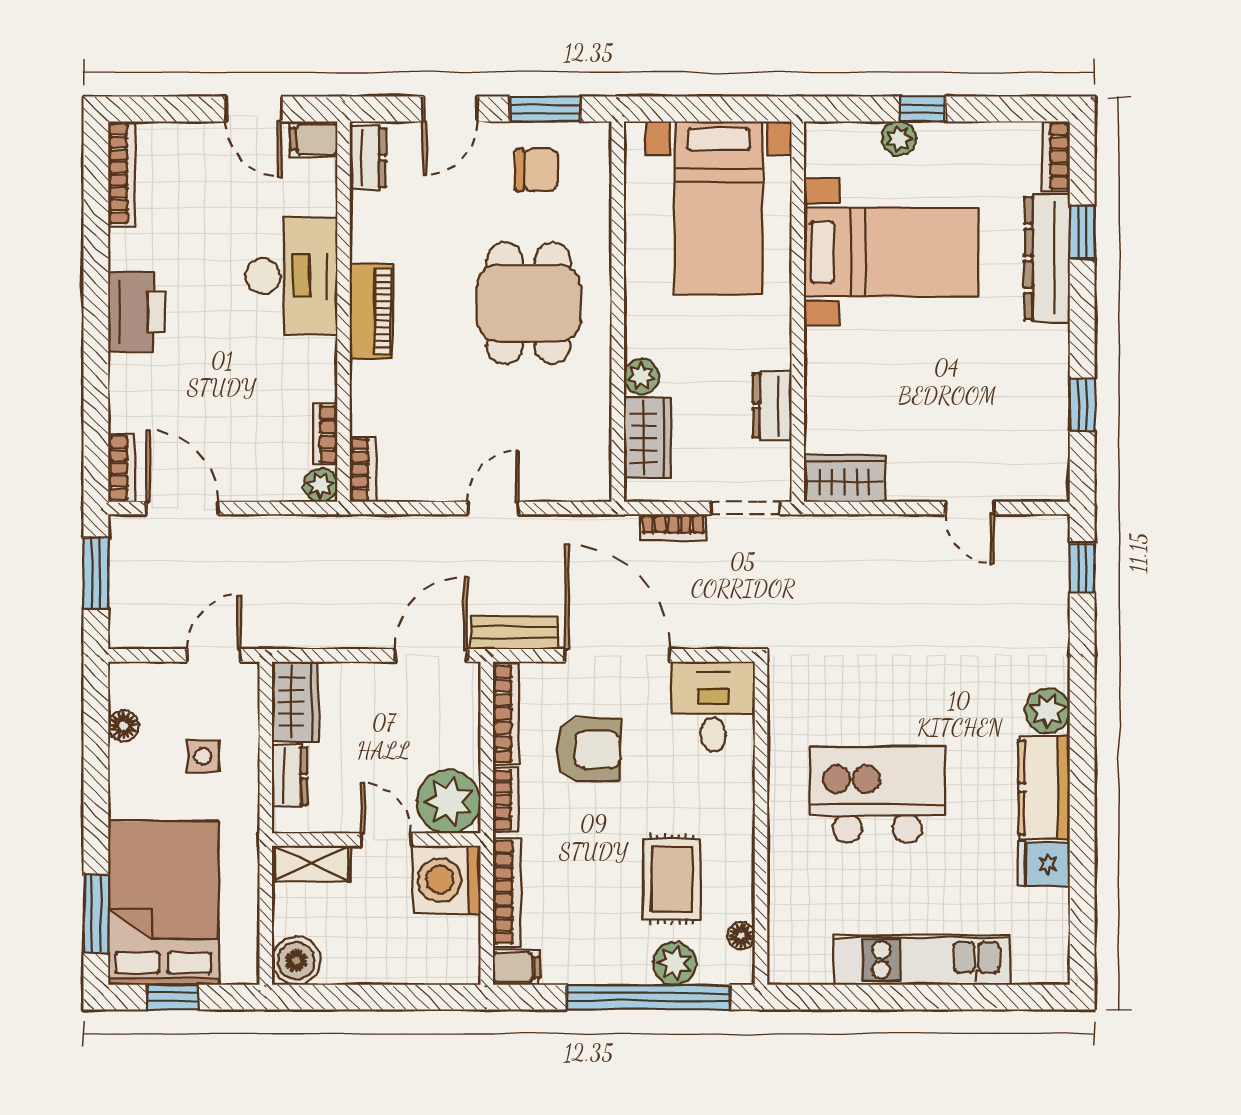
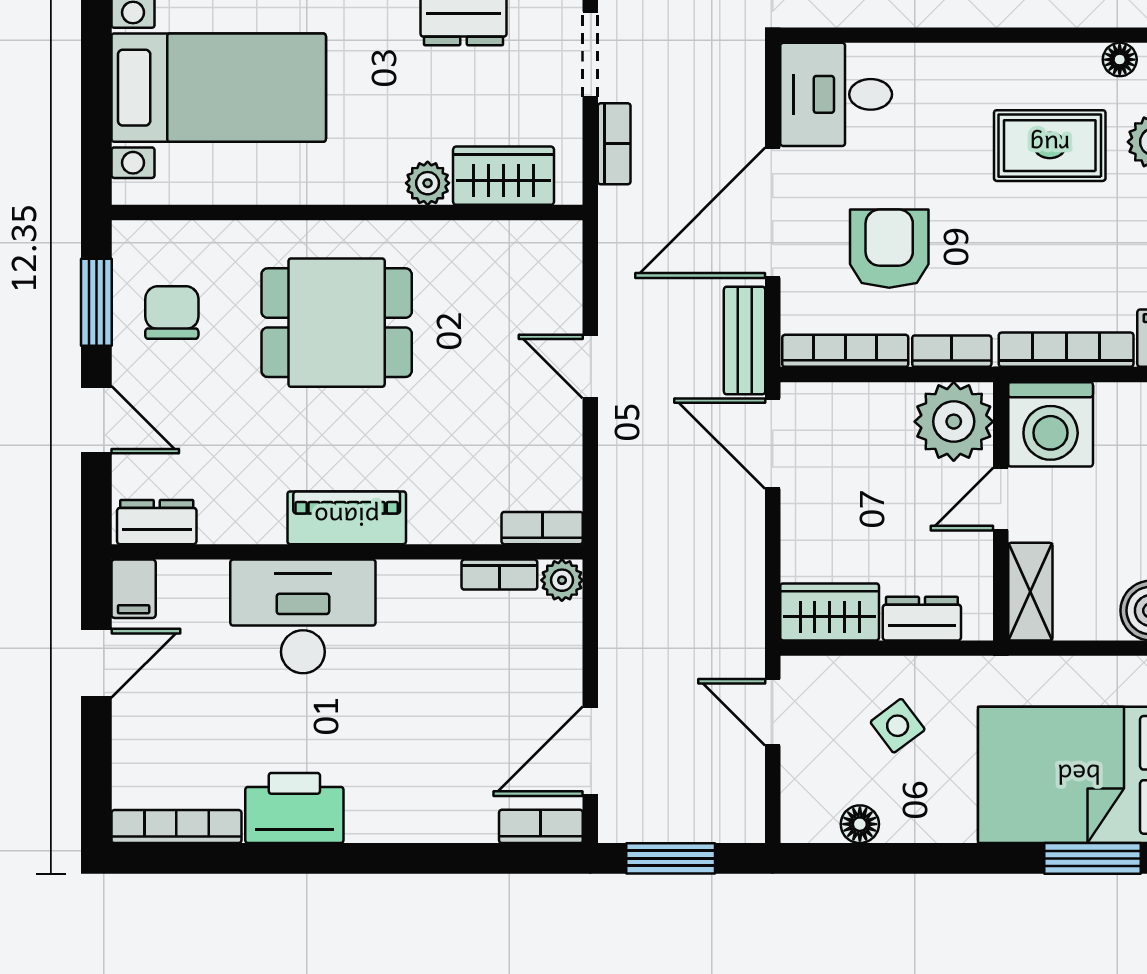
printer: (137, 312) -> (294, 808), moved
side table: (203, 756) -> (898, 726), turned -37

